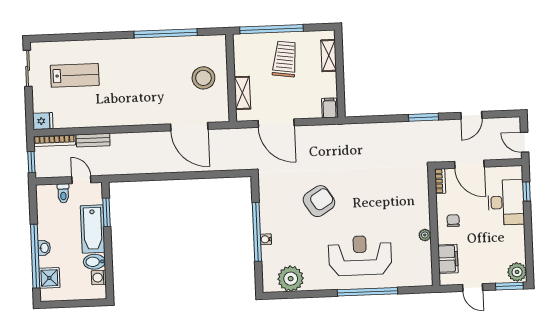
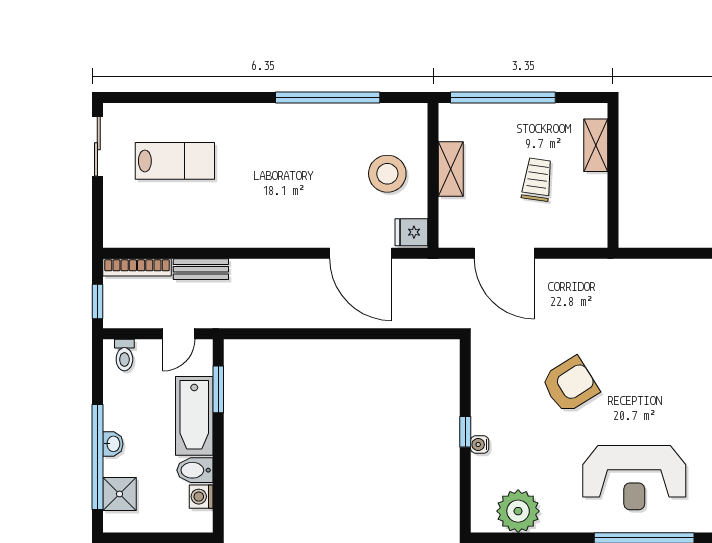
trolley: (285, 59) -> (537, 180), moved, width x0.73, depth x0.72
shelving: (242, 93) -> (451, 169), moved
filing cabinet: (329, 108) -> (593, 232), removed
fridge: (43, 121) -> (411, 232), moved, turned 180
door: (81, 180) -> (179, 334), swing flipped
toilet: (63, 193) -> (124, 355), moved
window: (257, 232) -> (465, 432), width x0.32
reception desk: (360, 256) -> (634, 478), turned 180

